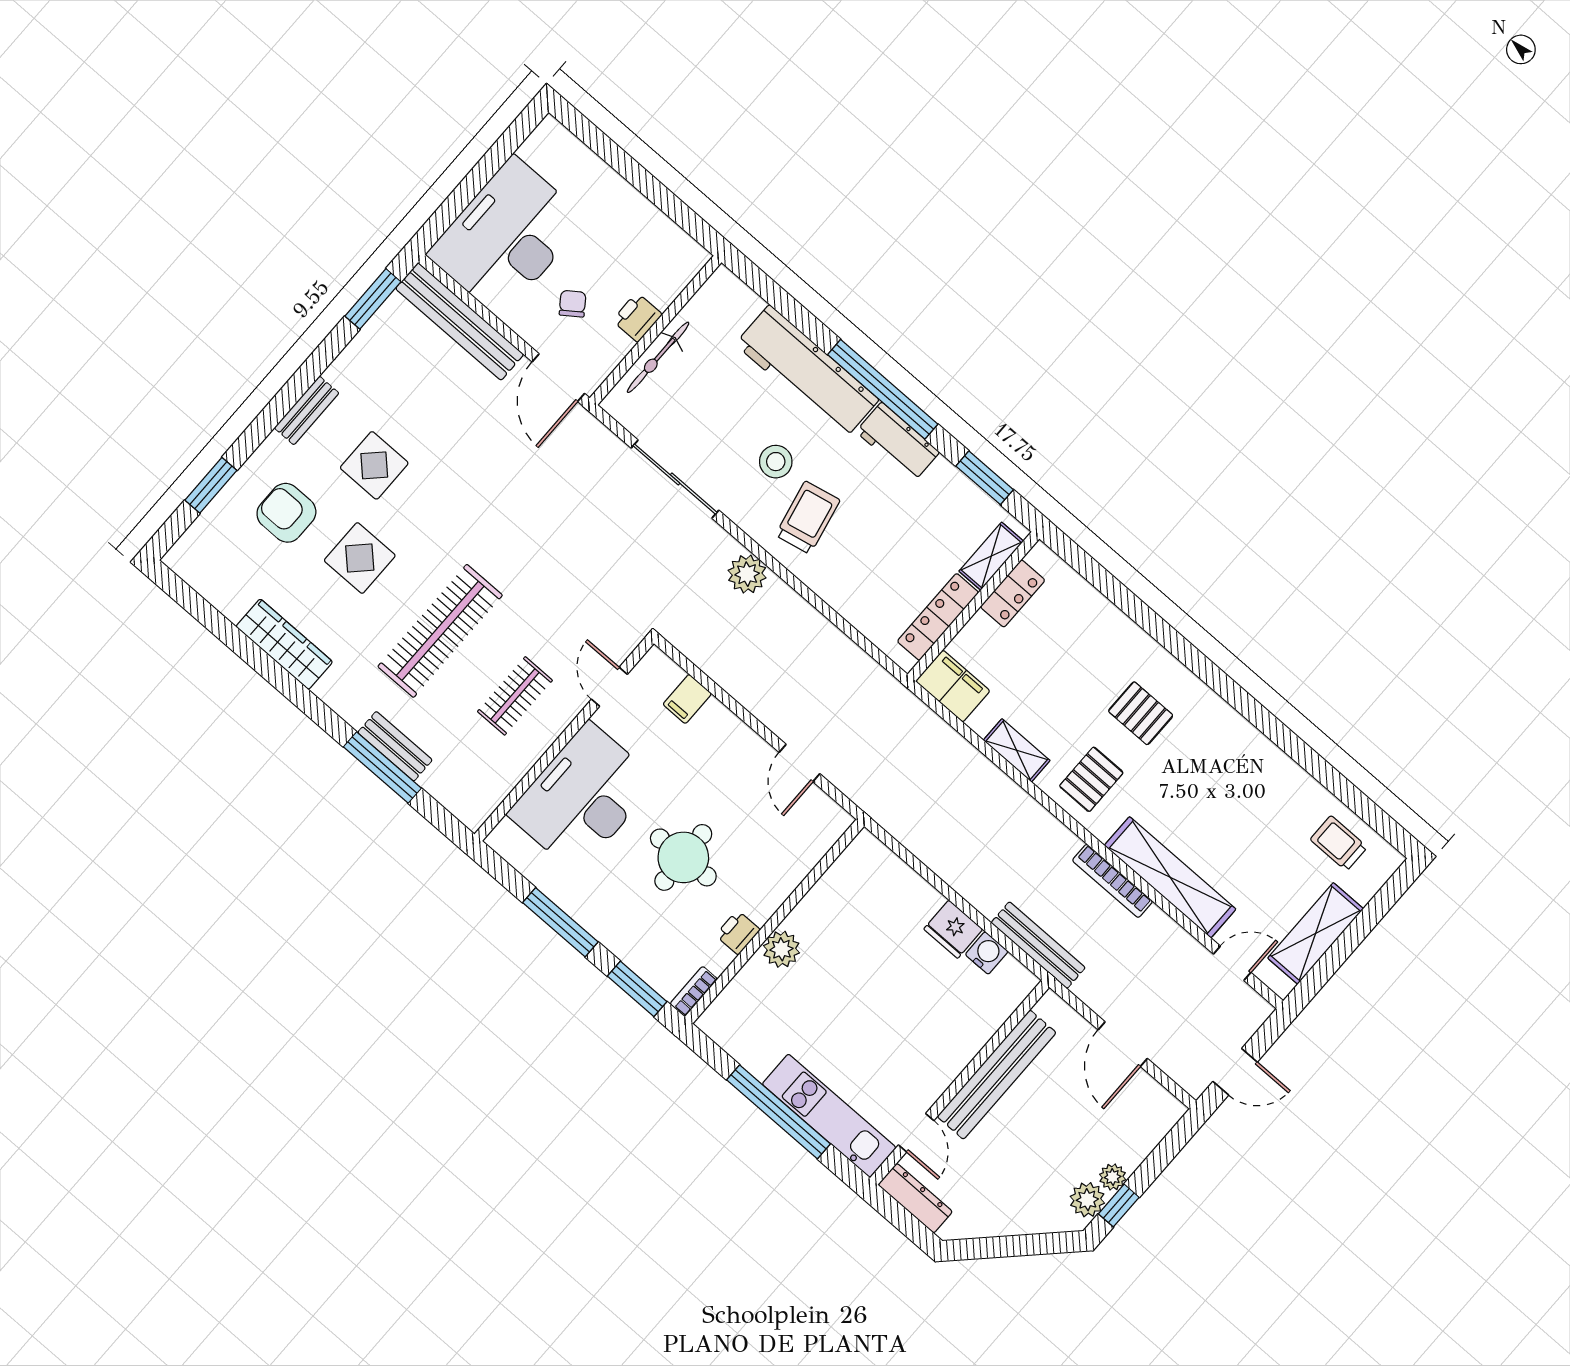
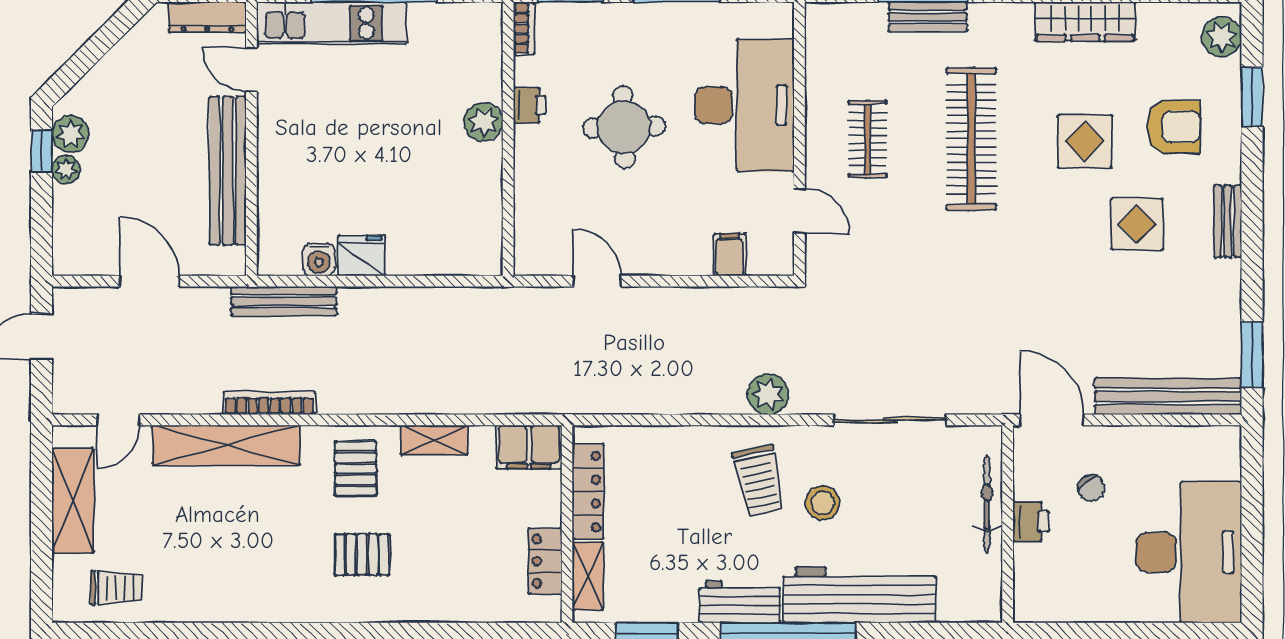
desk: (507, 237) -> (1189, 552), moved
plant: (195, 548) -> (1222, 37), added

